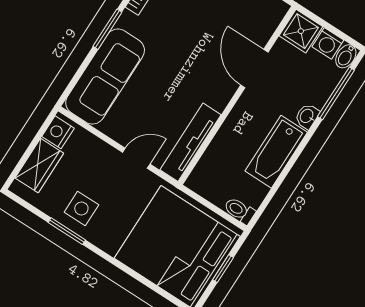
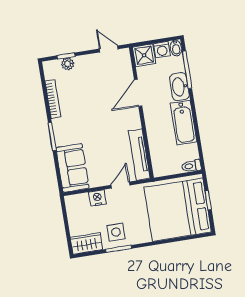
door: (254, 69) -> (138, 93), hinge flipped
sofa: (105, 77) -> (72, 168), width x0.73
washbasin: (307, 116) -> (179, 87), width x1.91, depth x1.45
nightstand: (58, 132) -> (97, 198), moved, turned 90
wardrobe: (39, 166) -> (87, 243), moved, turned -90

